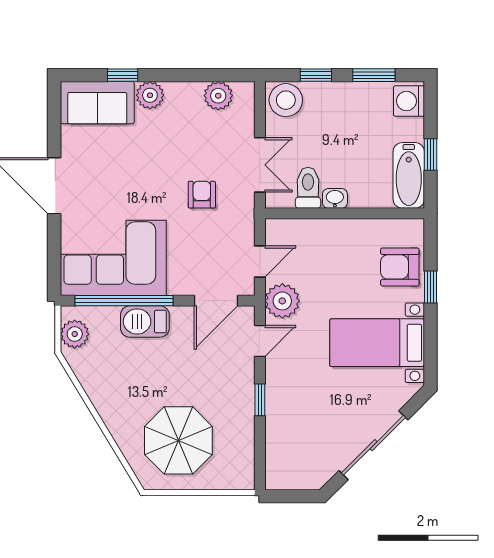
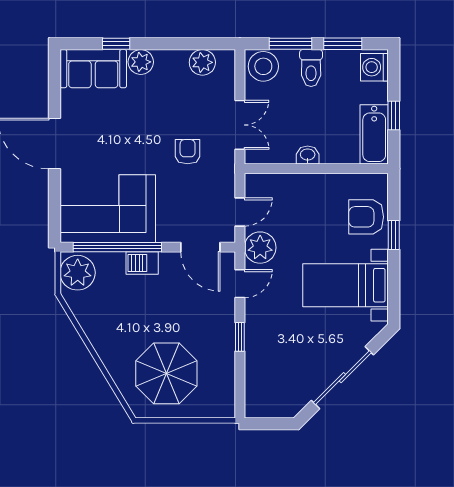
window: (316, 75) -> (290, 44), width x1.50
toilet: (308, 188) -> (311, 68), moved, turned 180
door: (216, 301) -> (200, 247), hinge flipped
barbecue: (145, 321) -> (142, 263), width x0.73, depth x0.79
plant: (75, 334) -> (78, 273), width x1.36, depth x1.36

